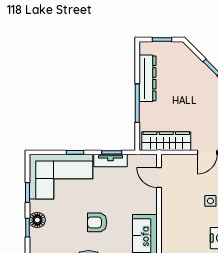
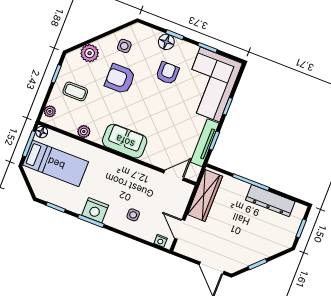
tv unit: (110, 161) -> (205, 143), width x1.41
floor lamp: (37, 220) -> (166, 42), moved
armchair: (97, 222) -> (168, 73), moved

